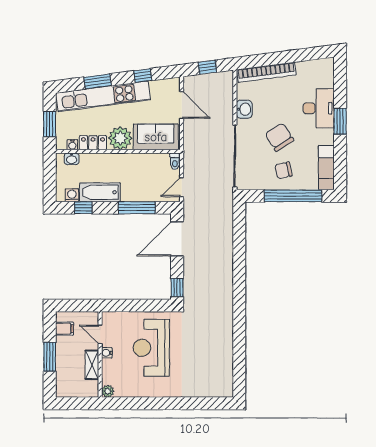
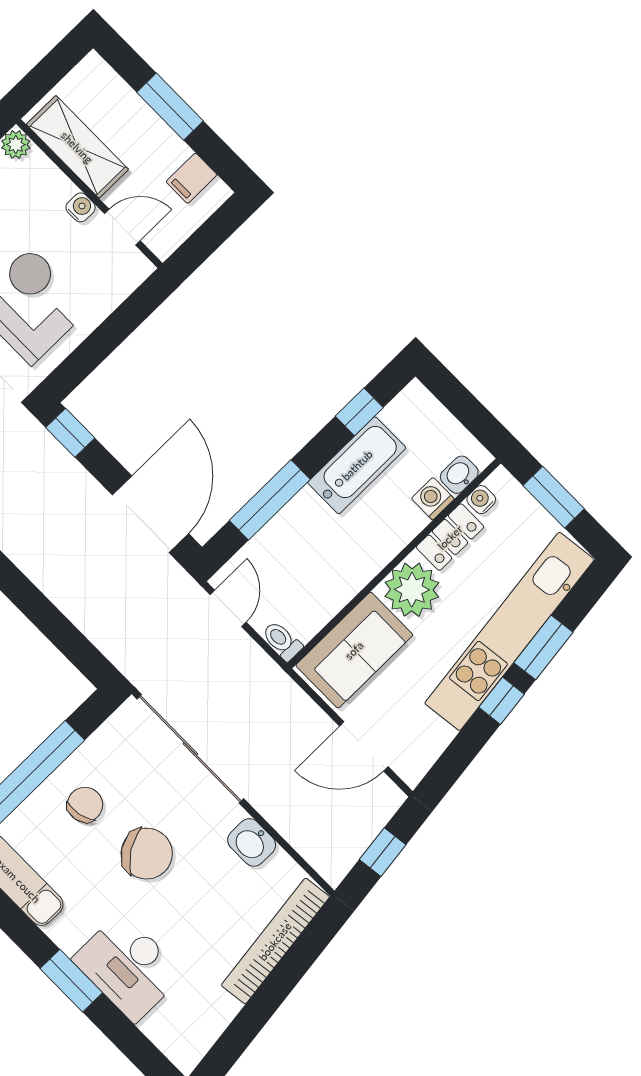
window: (143, 76) -> (501, 701), moved
washing machine: (72, 195) -> (433, 499), moved, turned 180
shelving: (92, 365) -> (77, 147), width x1.50, depth x1.33

